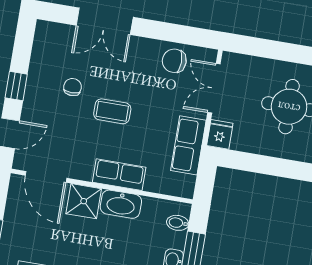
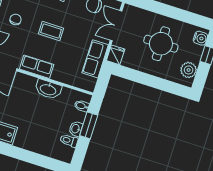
chair: (73, 87) -> (16, 19), moved
row of seats: (119, 175) -> (37, 67), moved
shower: (84, 201) -> (25, 84), removed

